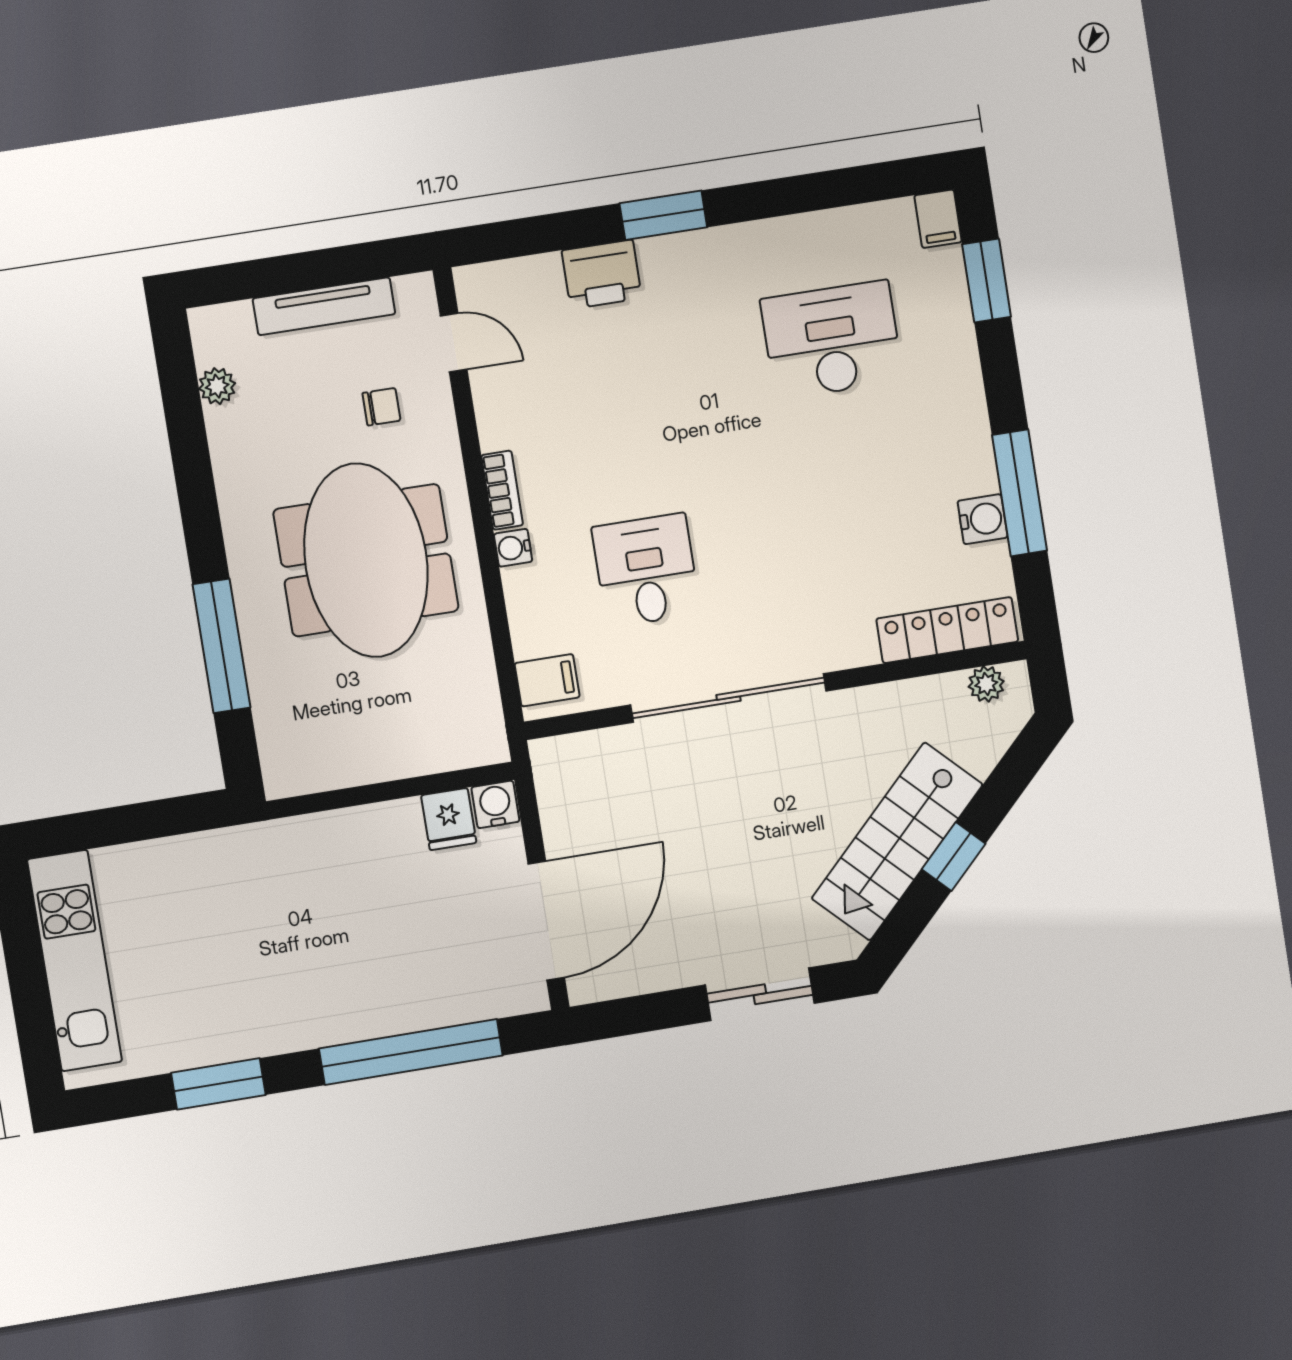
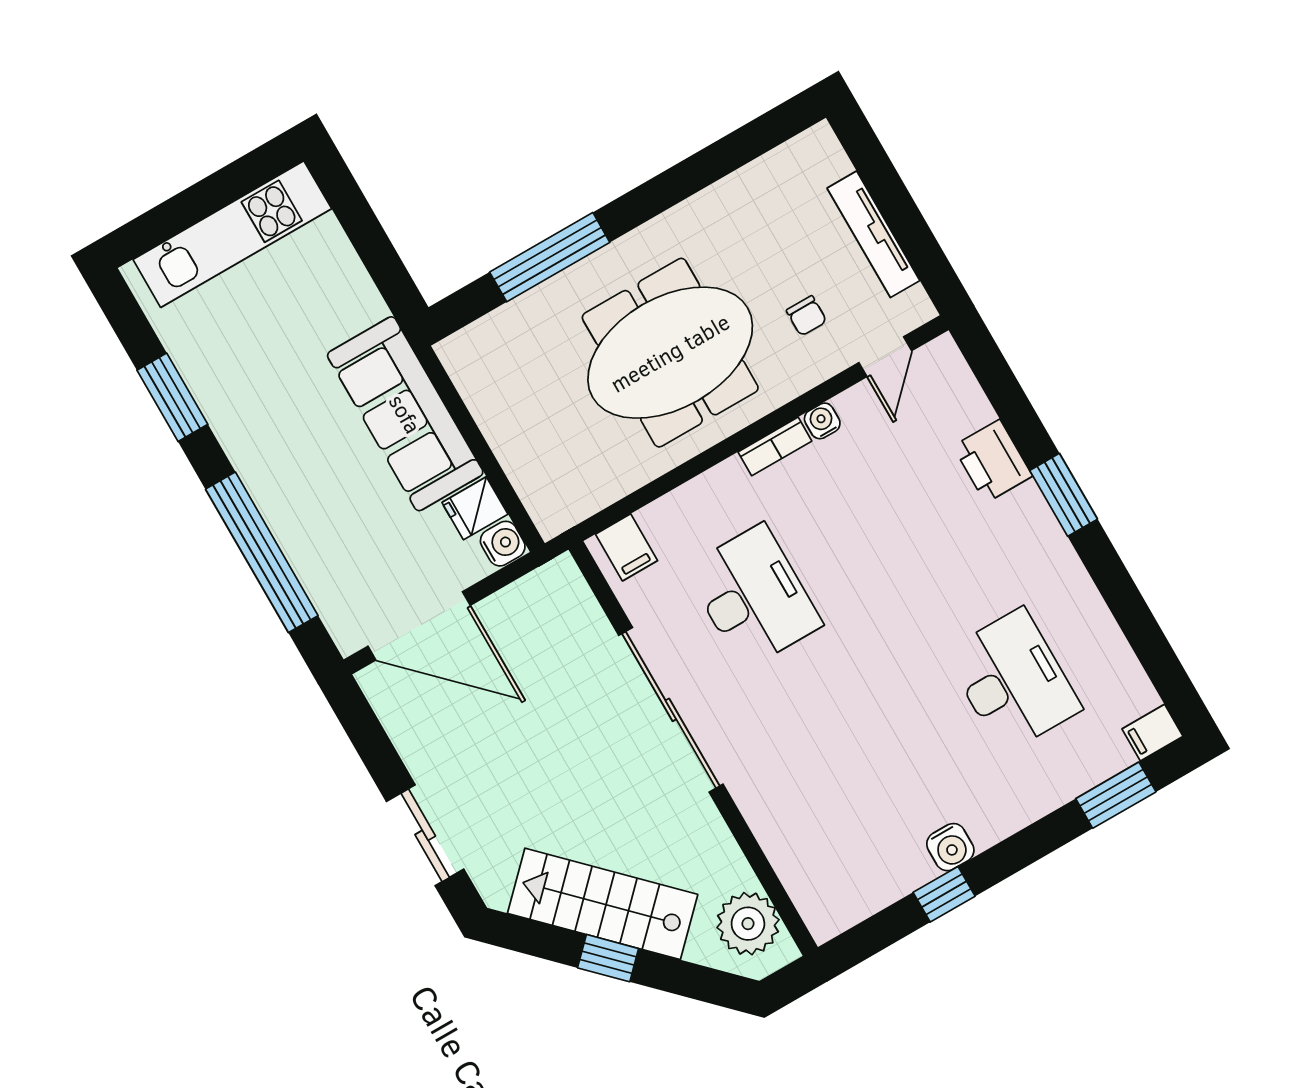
plant: (217, 386) -> (770, 169), removed
window: (1019, 493) -> (944, 894), width x0.46
water cooler: (983, 519) -> (950, 847), moved
water cooler: (513, 548) -> (822, 421), moved
desk: (646, 570) -> (753, 597), width x1.37
locker: (947, 630) -> (802, 877), removed
plant: (986, 684) -> (748, 924), width x1.88, depth x1.88
sofa: (325, 854) -> (405, 414), added

